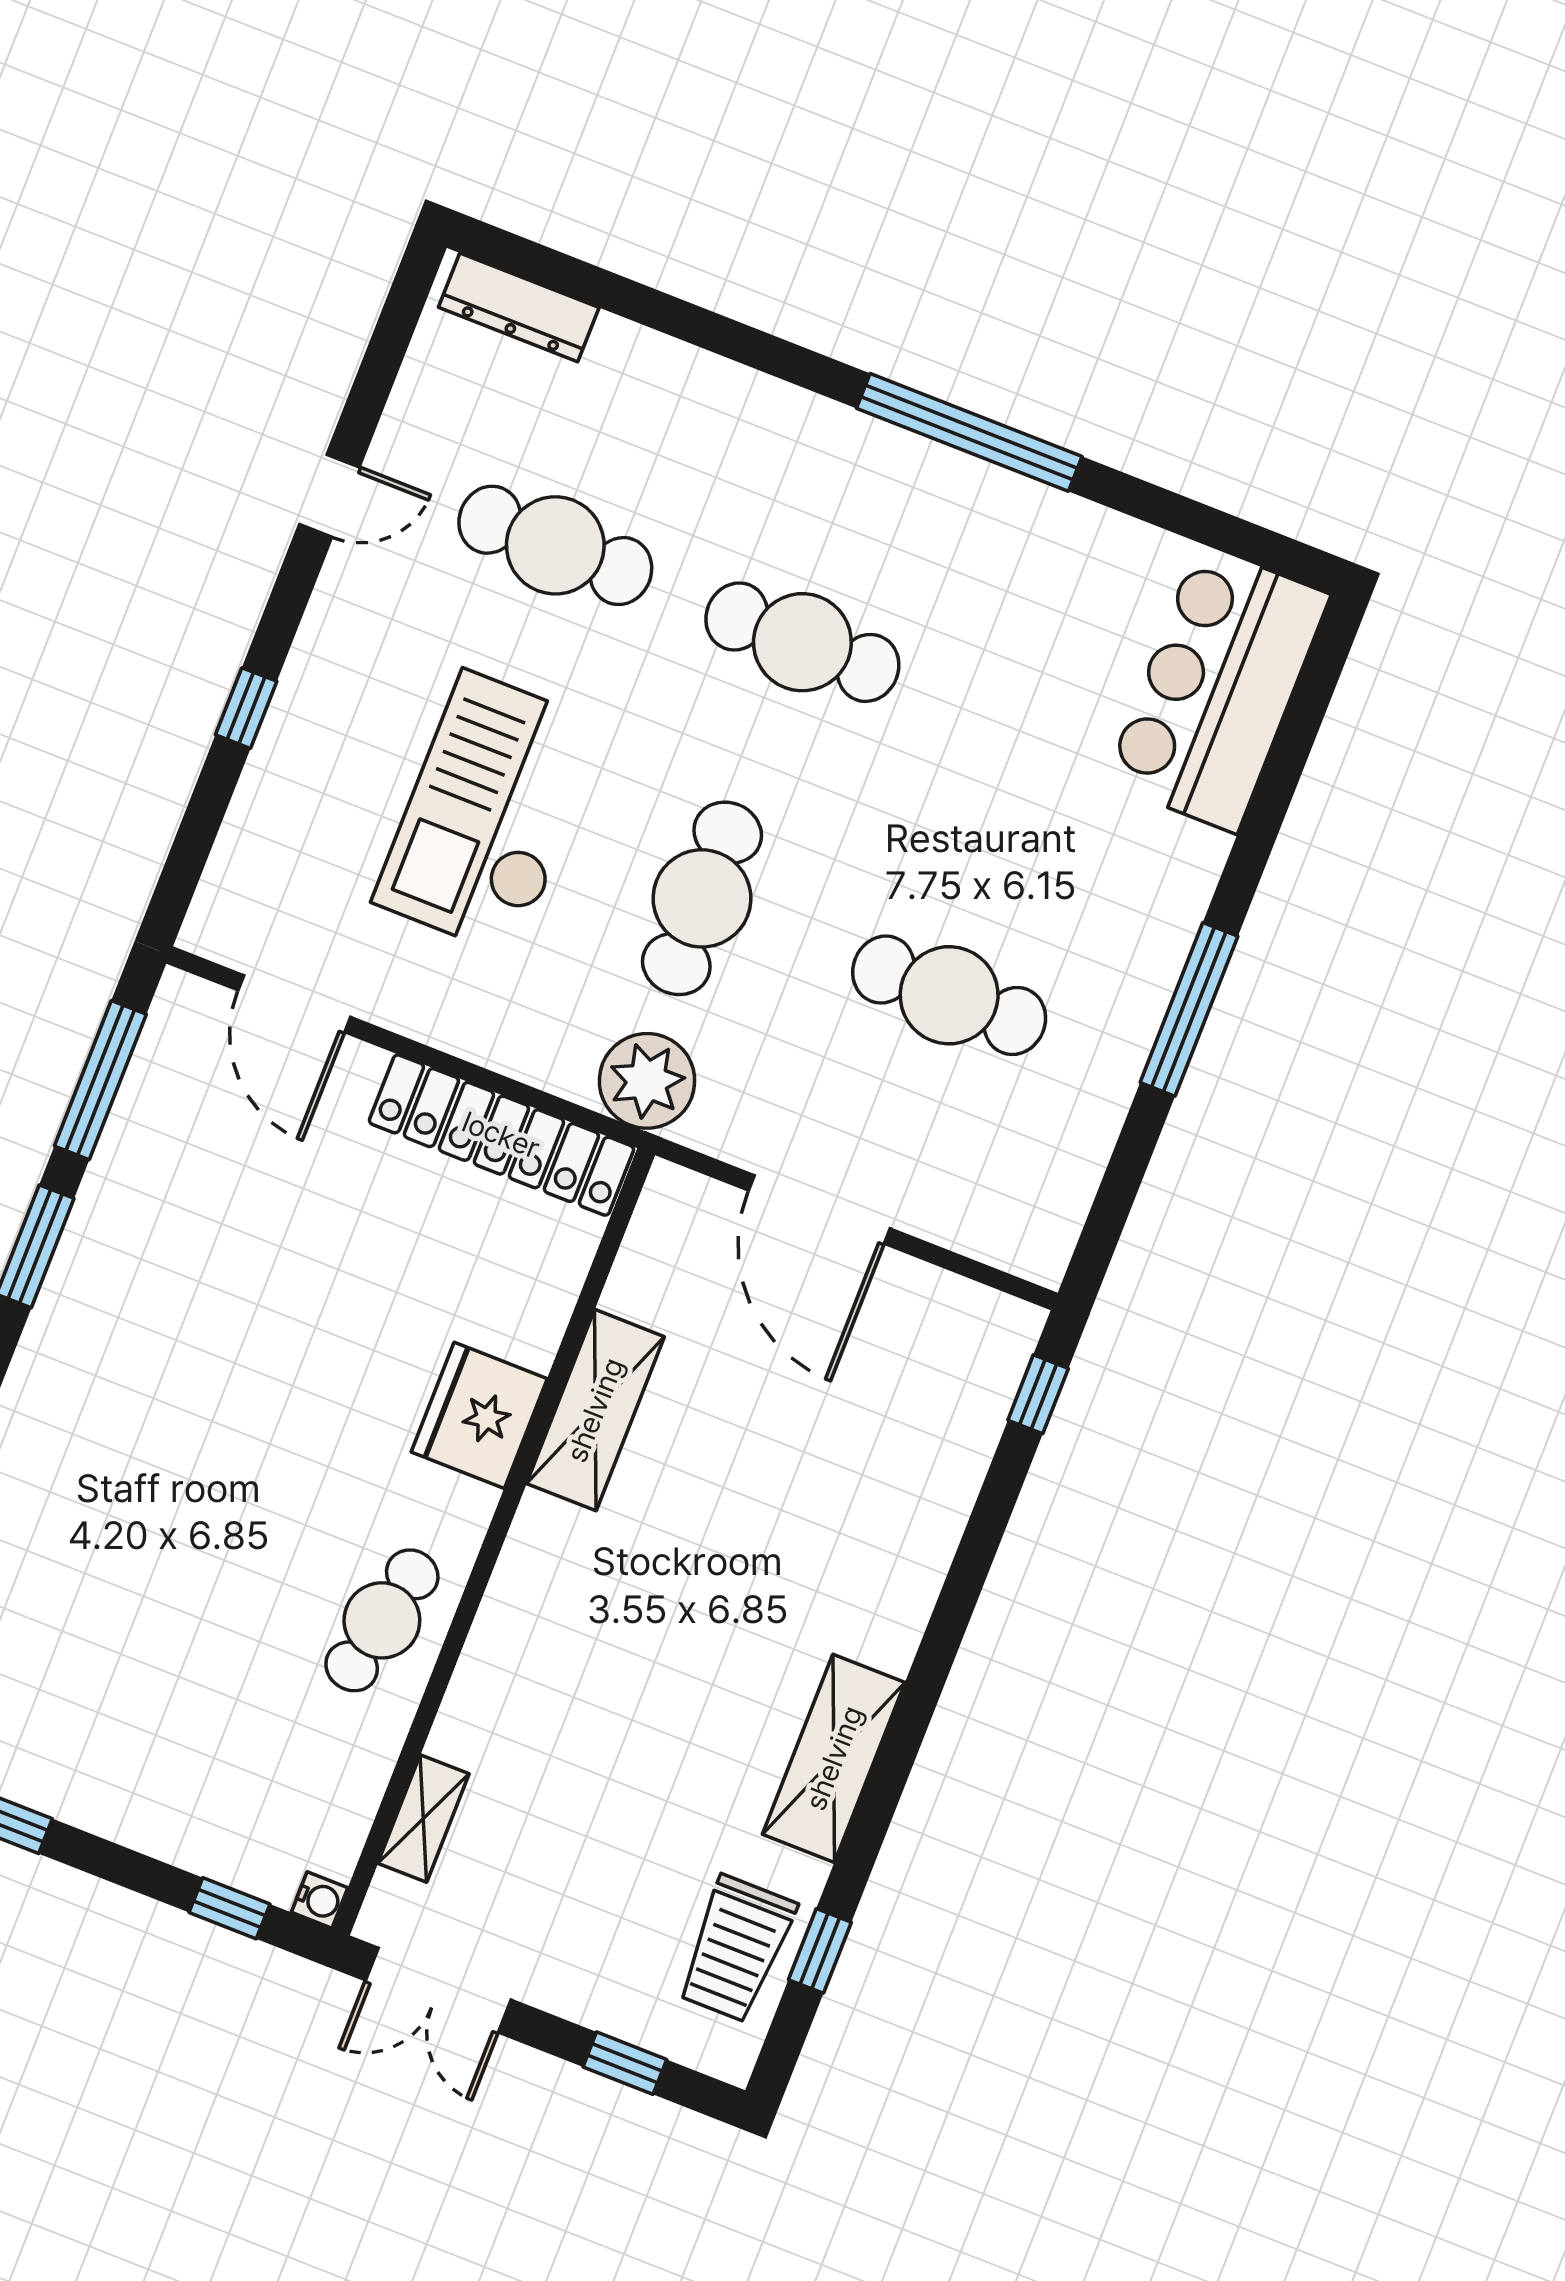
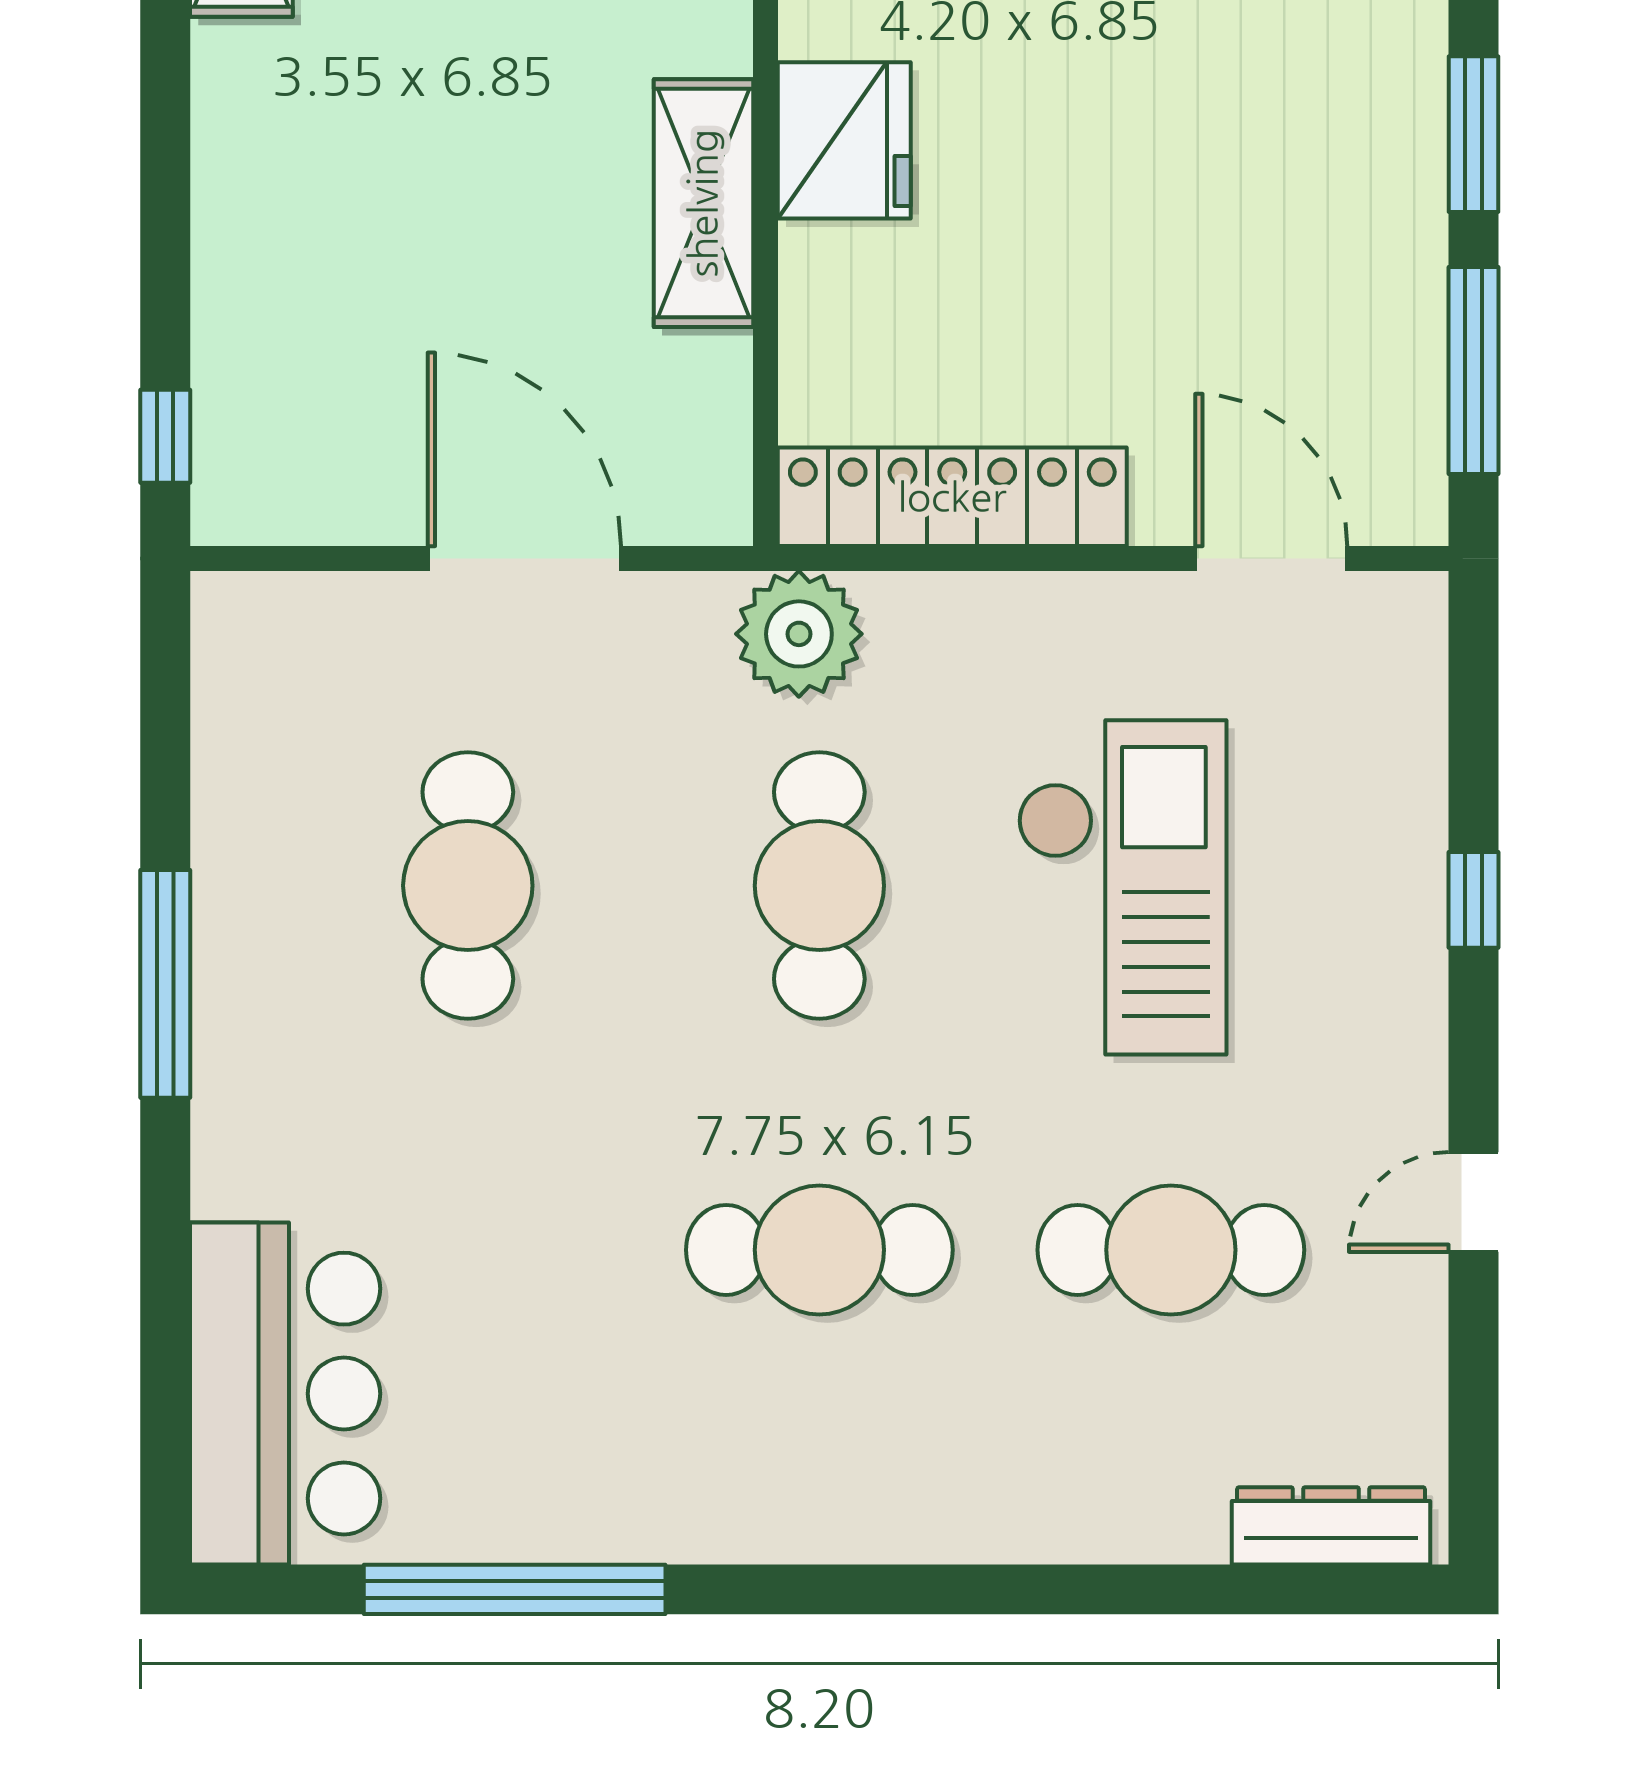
window: (969, 432) -> (515, 1589), moved
cafe table: (949, 995) -> (468, 886), turned 90

